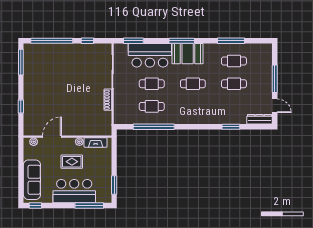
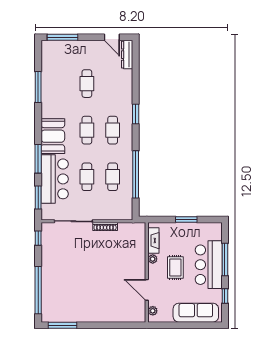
window: (87, 41) -> (38, 238), moved
window: (182, 41) -> (38, 159), moved
cafe table: (234, 61) -> (113, 130), moved
window: (275, 79) -> (62, 37), moved
window: (21, 106) -> (113, 325), removed
door: (275, 106) -> (112, 37), swing flipped
window: (231, 127) -> (136, 114), moved
window: (114, 185) -> (186, 219), moved
window: (35, 205) -> (225, 296), moved
window: (89, 205) -> (225, 260), moved

